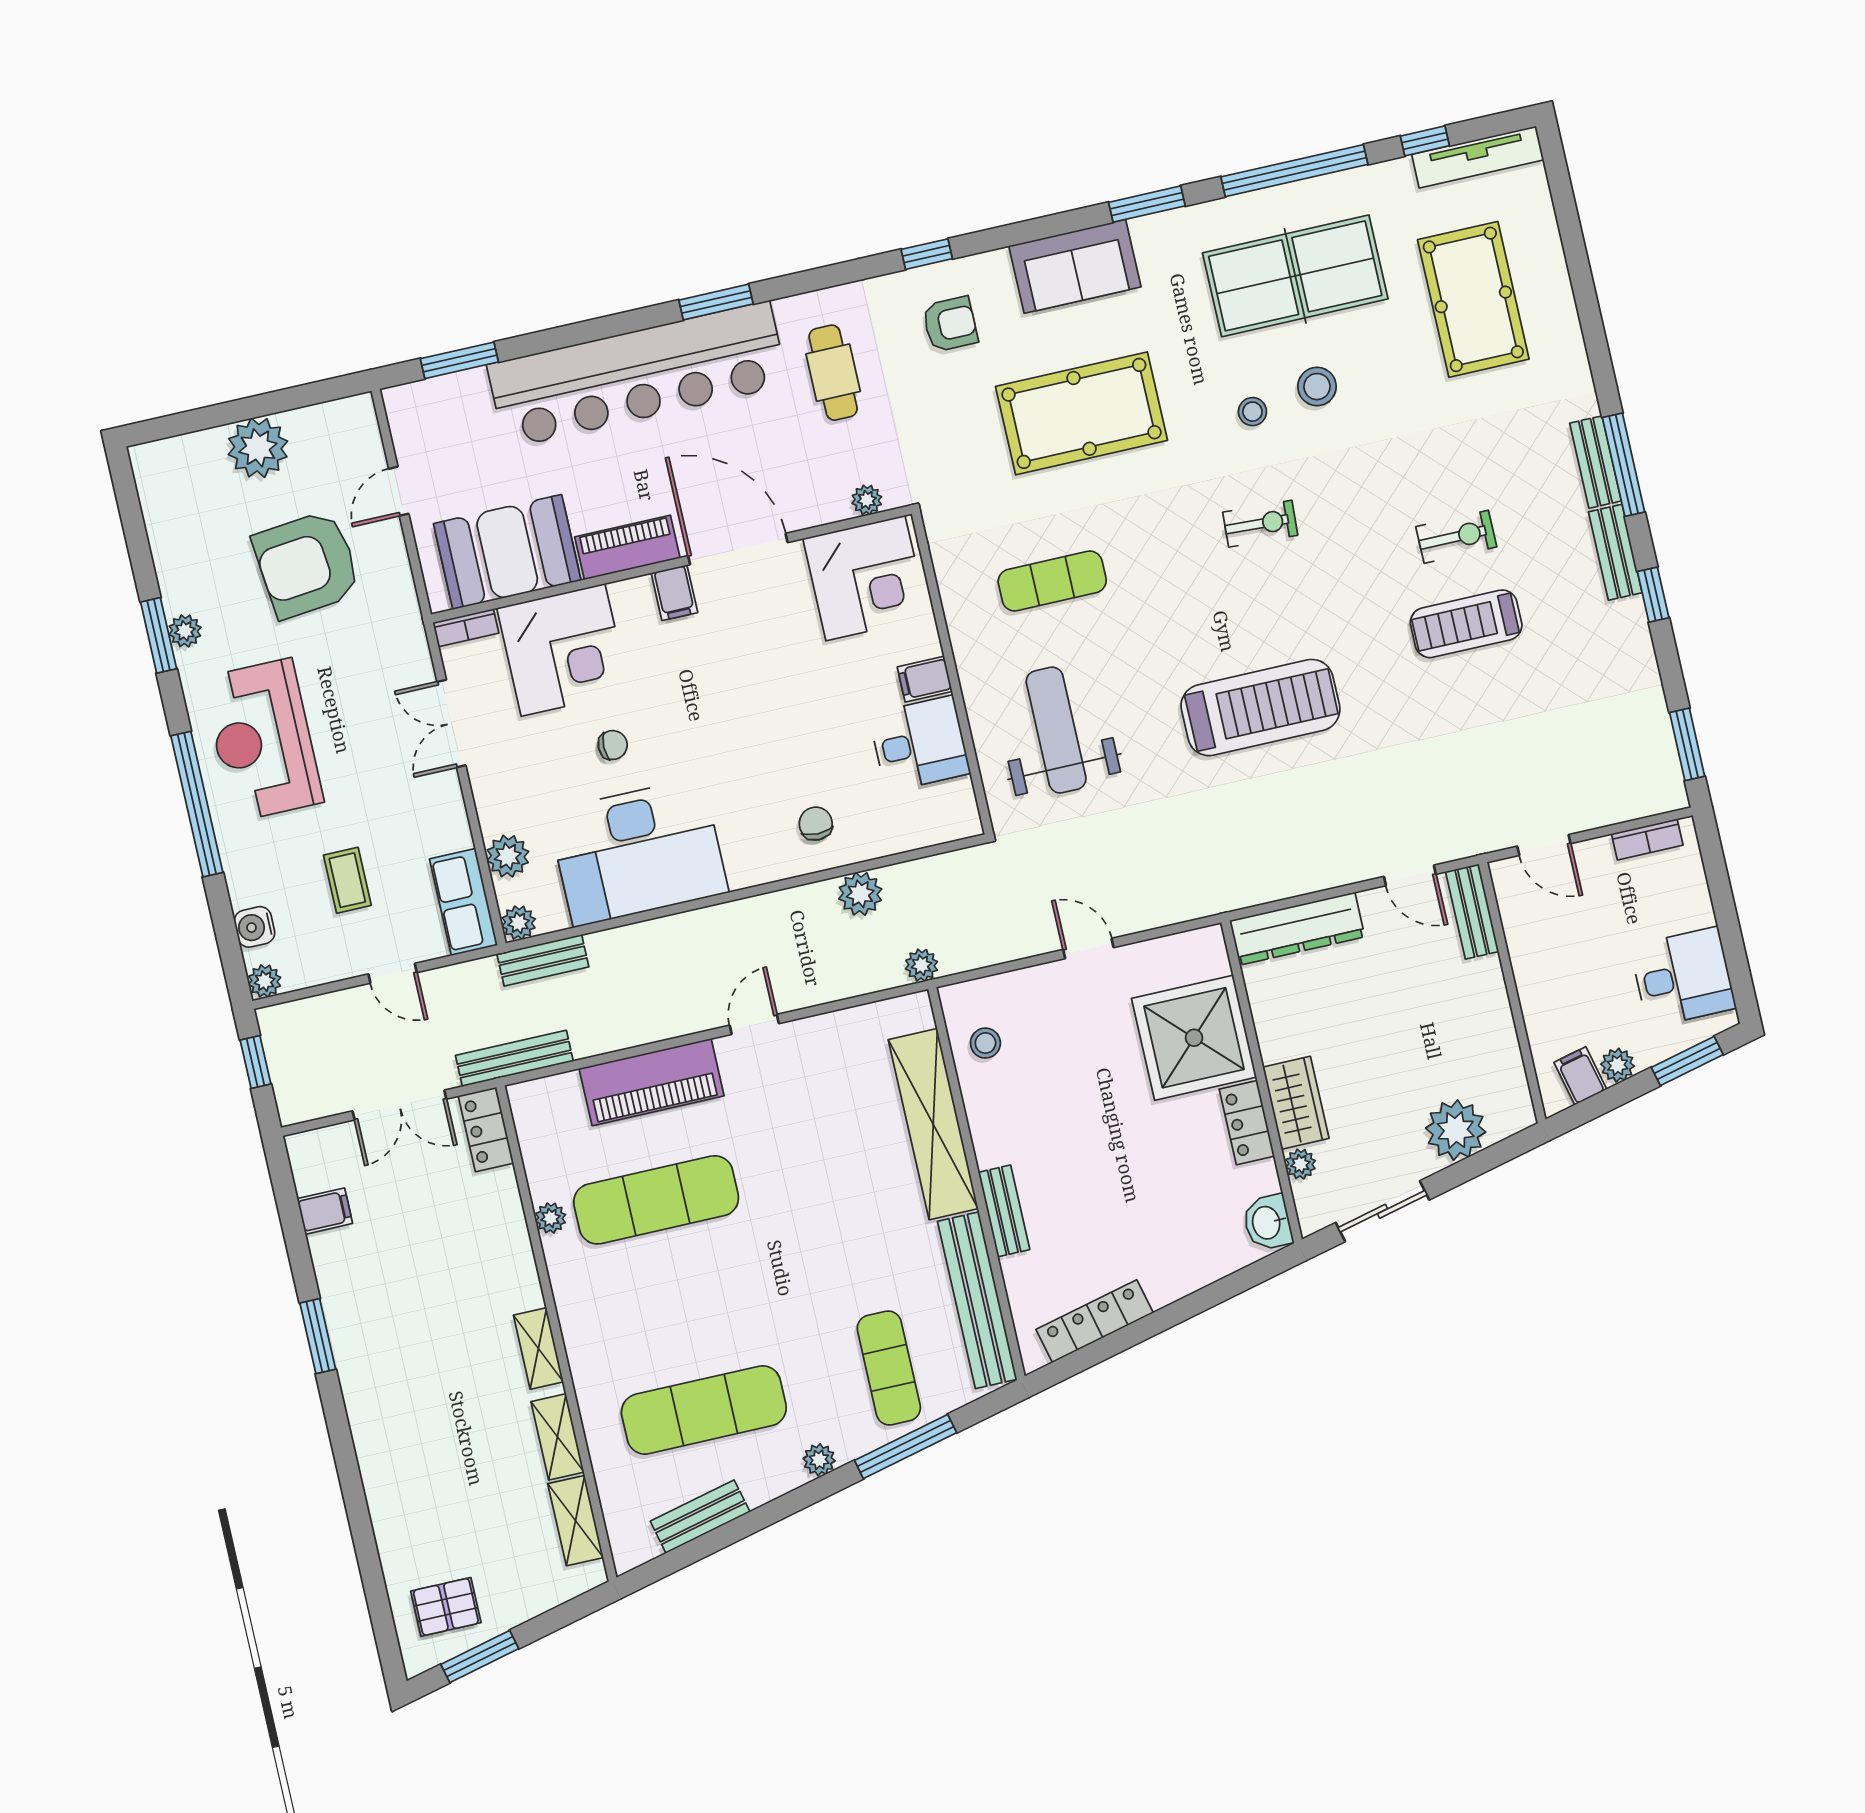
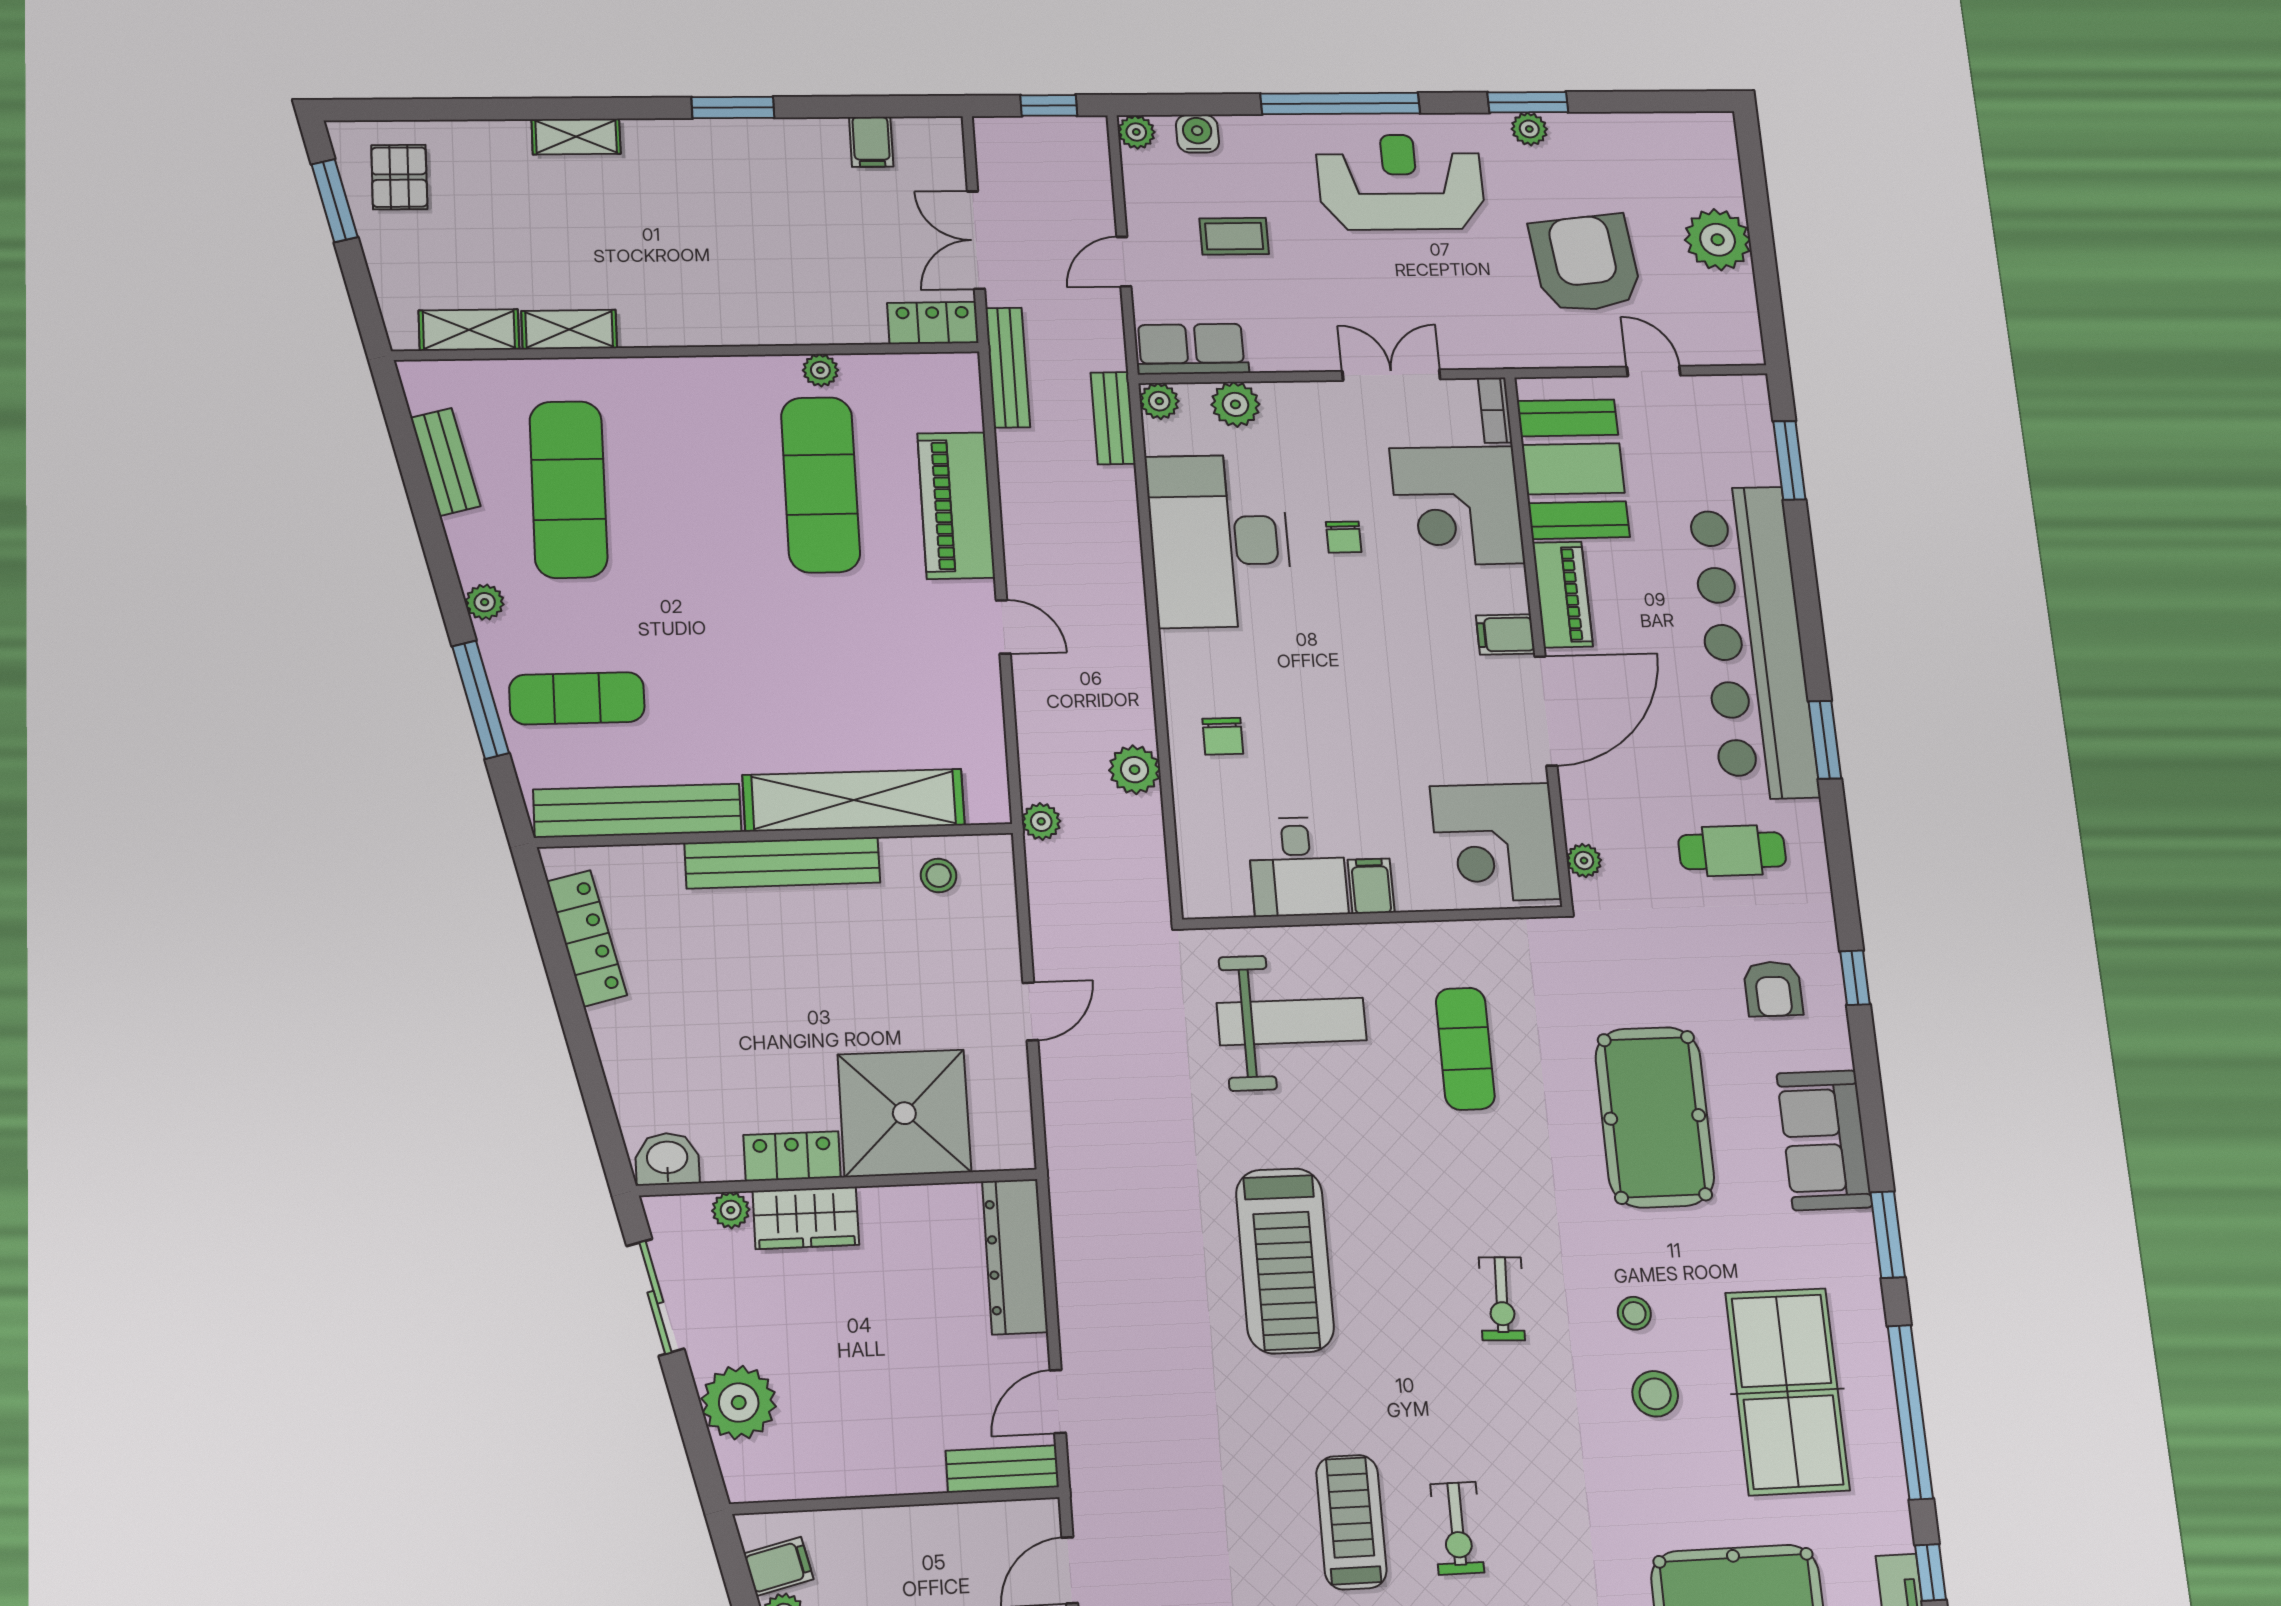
chair: (816, 824) -> (1223, 736), turned 90
bench: (1004, 1211) -> (782, 863), width x1.86, depth x1.21
shelving: (538, 1348) -> (576, 137), moved

